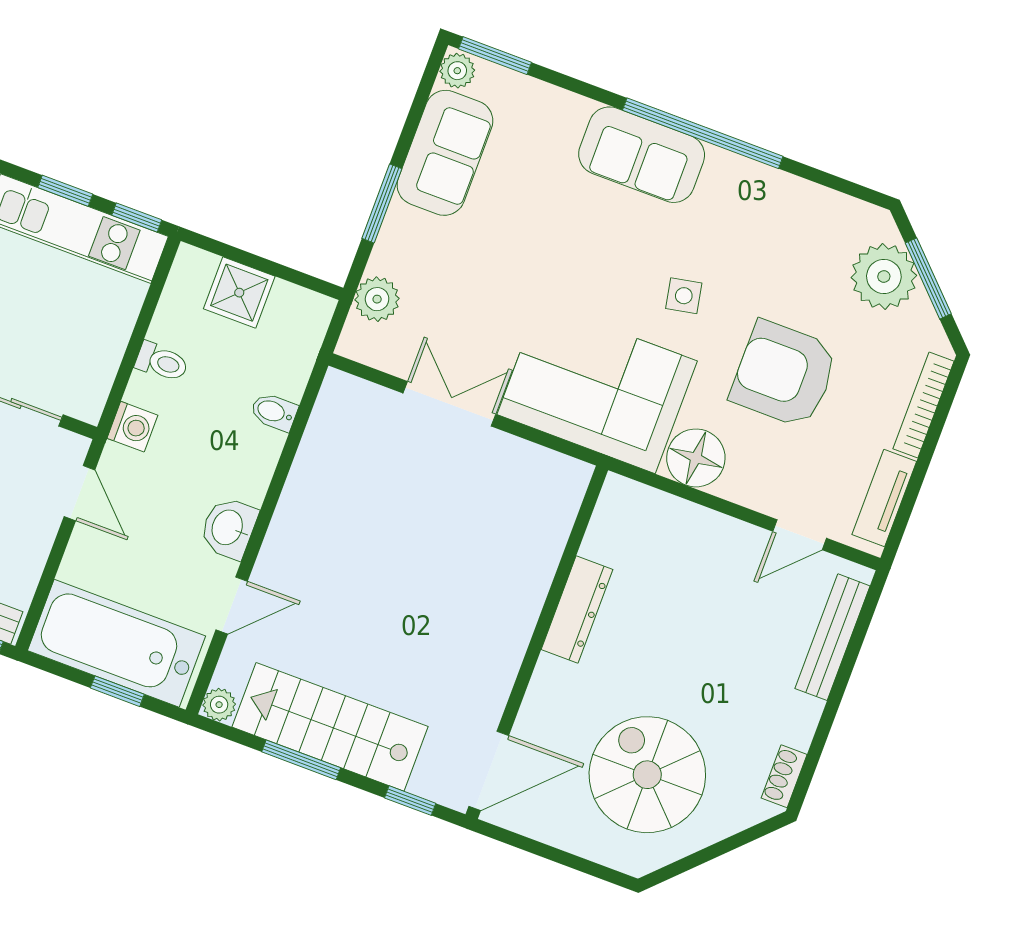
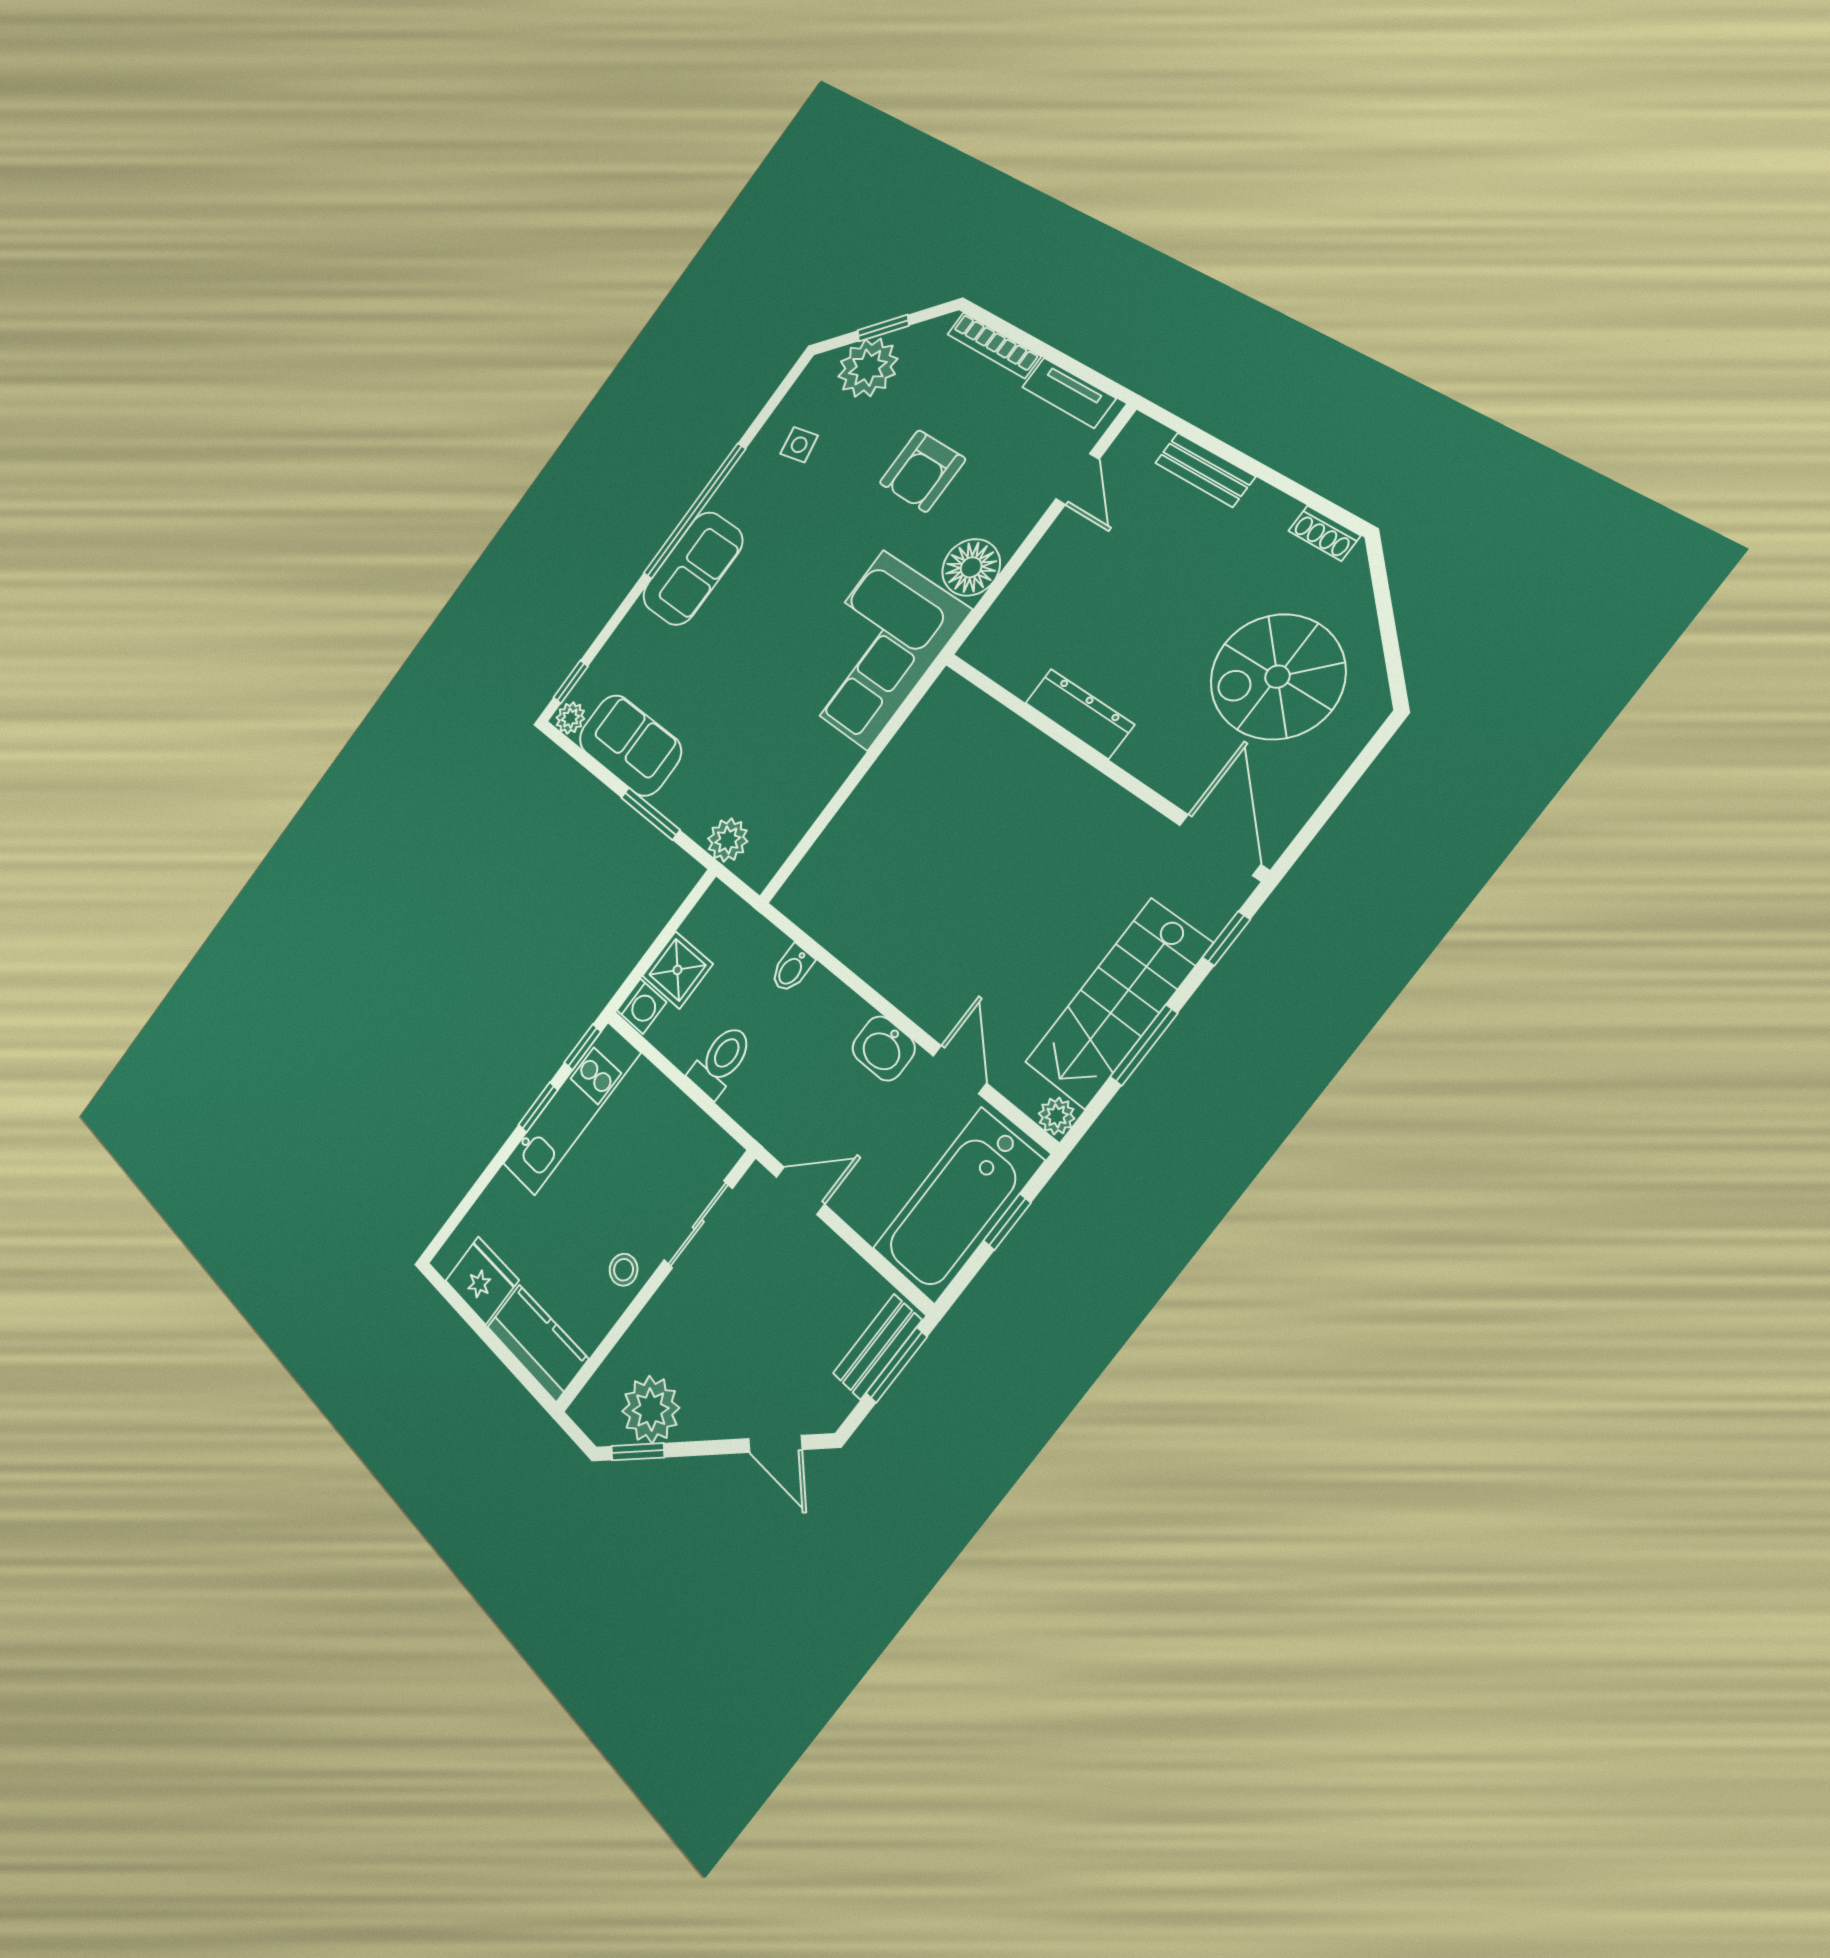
window: (495, 56) -> (571, 682), width x0.67
window: (928, 278) -> (883, 328), width x0.67
side table: (684, 296) -> (799, 445), moved
toilet: (162, 362) -> (721, 1061), width x1.37, depth x1.39
armchair: (784, 374) -> (922, 471), width x0.73, depth x0.73
double door: (449, 404) -> (842, 795), removed
washing machine: (132, 427) -> (642, 1006), moved, turned 90
bench: (833, 637) -> (1205, 470), width x0.73

